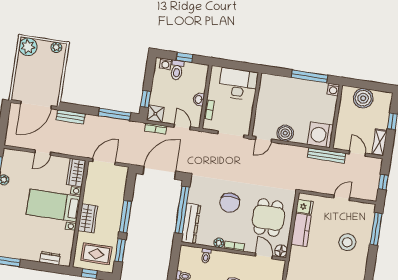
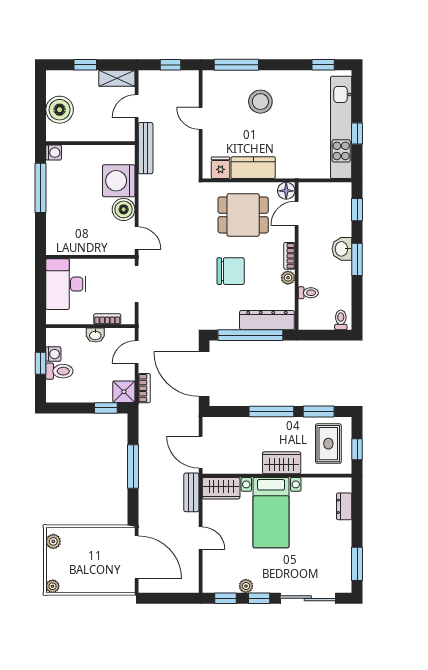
plant: (28, 47) -> (53, 586), width x0.53, depth x0.53
washing machine: (165, 64) -> (53, 354), moved
window: (115, 114) -> (133, 467), moved
bench: (71, 117) -> (191, 492), moved
washing machine: (320, 135) -> (119, 181), moved, turned 90

